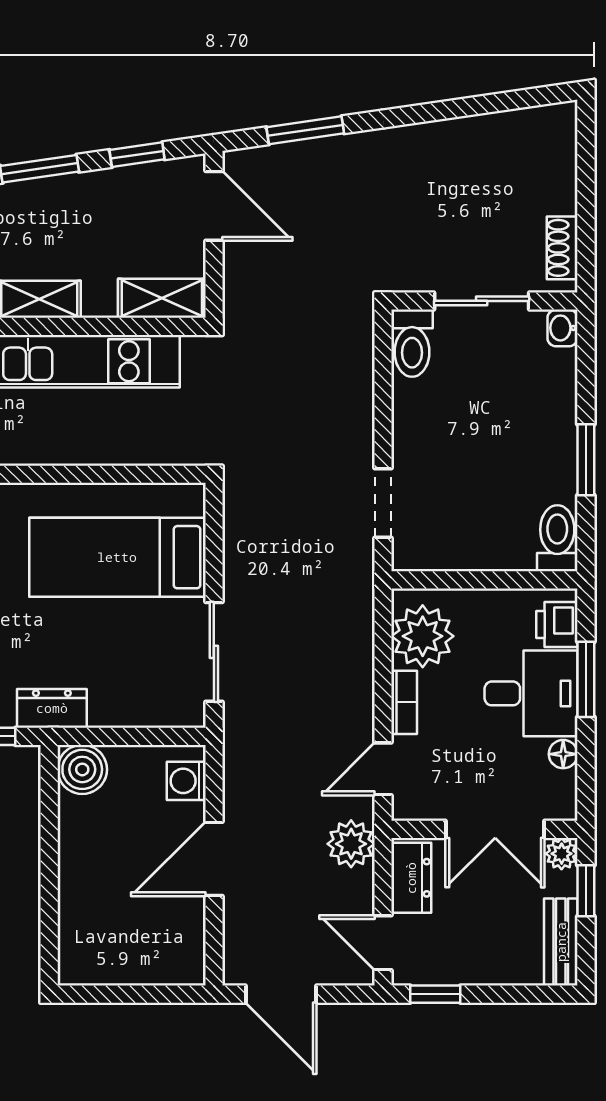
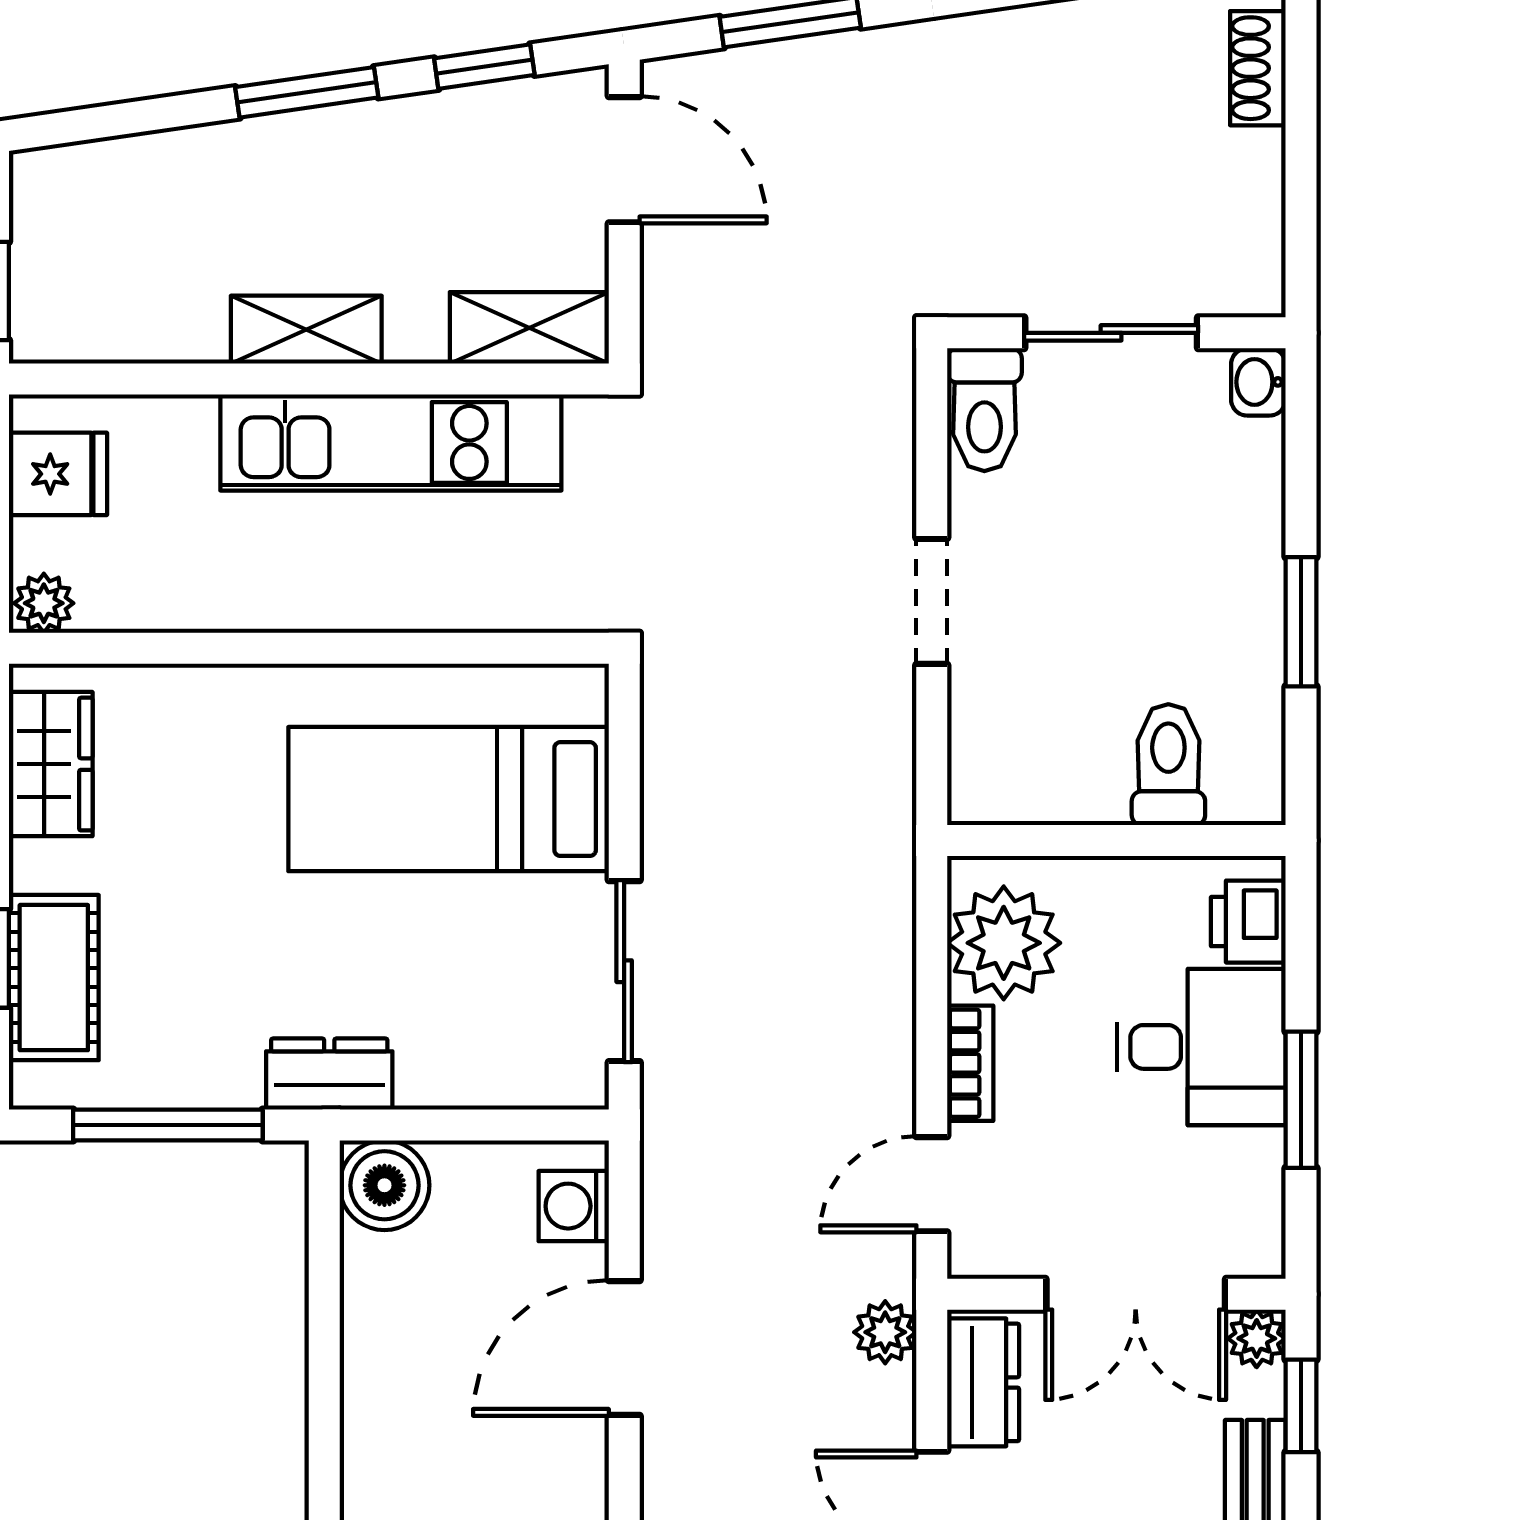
shoe rack: (562, 248) -> (1258, 68), moved
doorway: (383, 503) -> (932, 601), moved
toilet: (557, 538) -> (1168, 765), moved
window: (586, 679) -> (1301, 1100), moved
floor lamp: (563, 754) -> (1260, 1157), removed
plant: (351, 844) -> (885, 1332), width x0.73, depth x0.73

